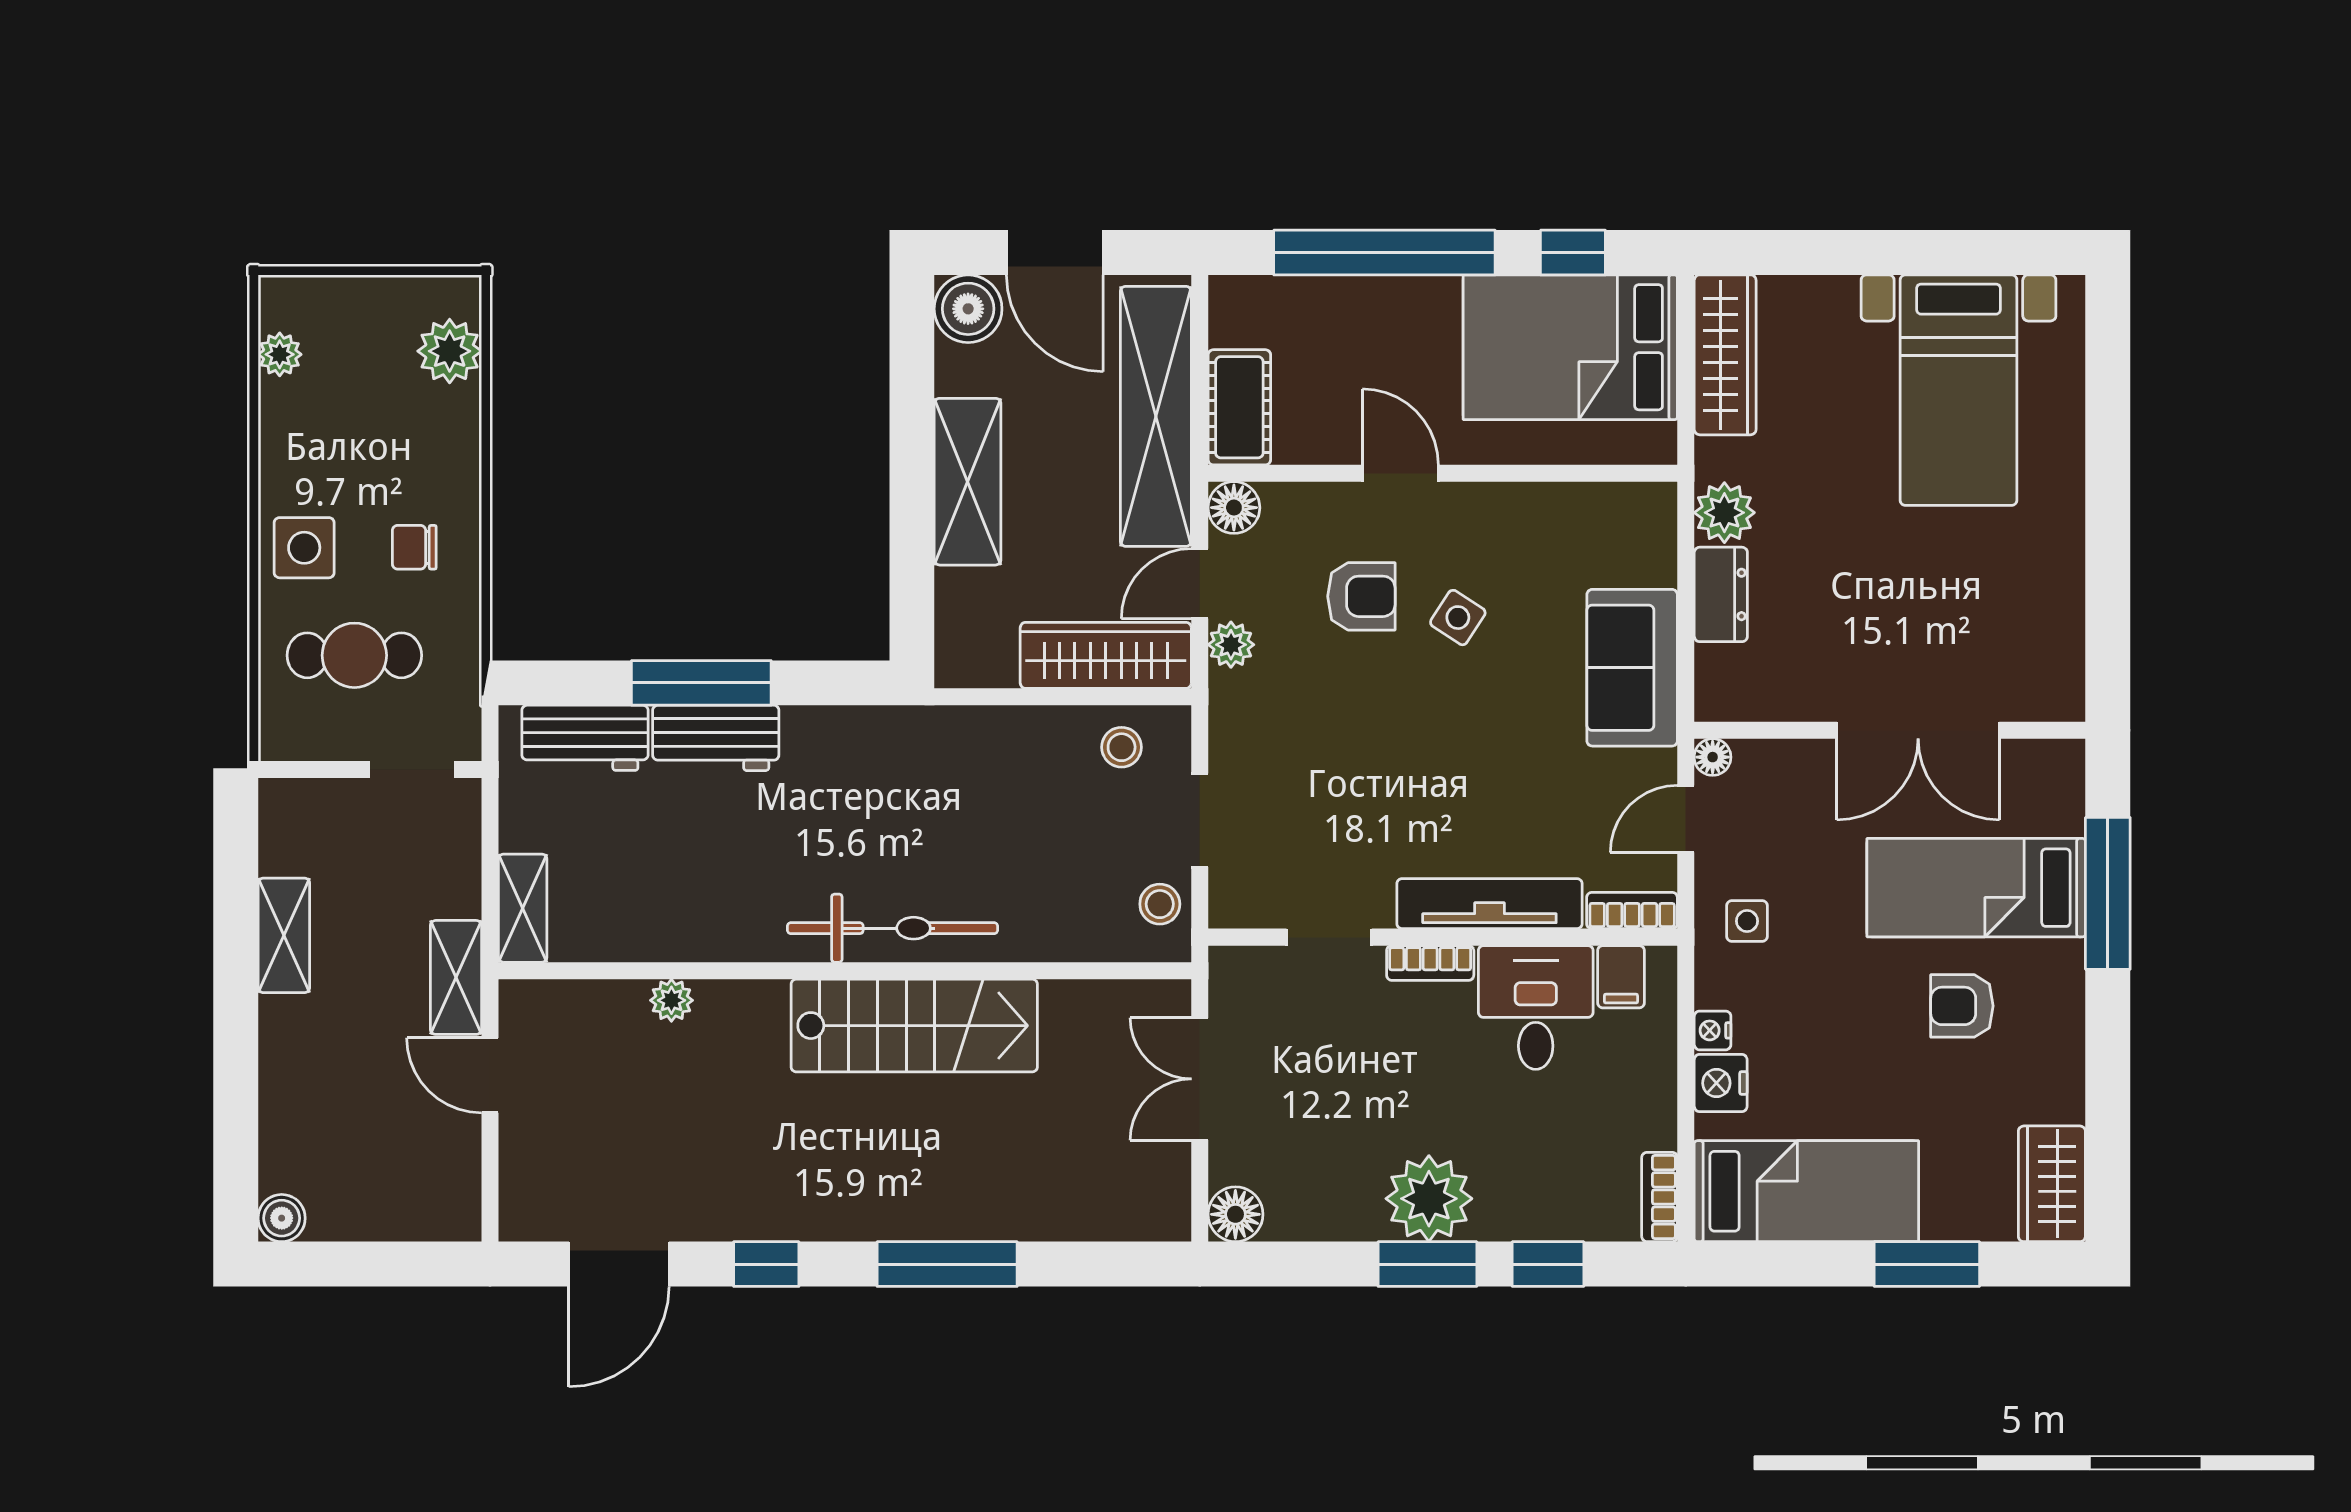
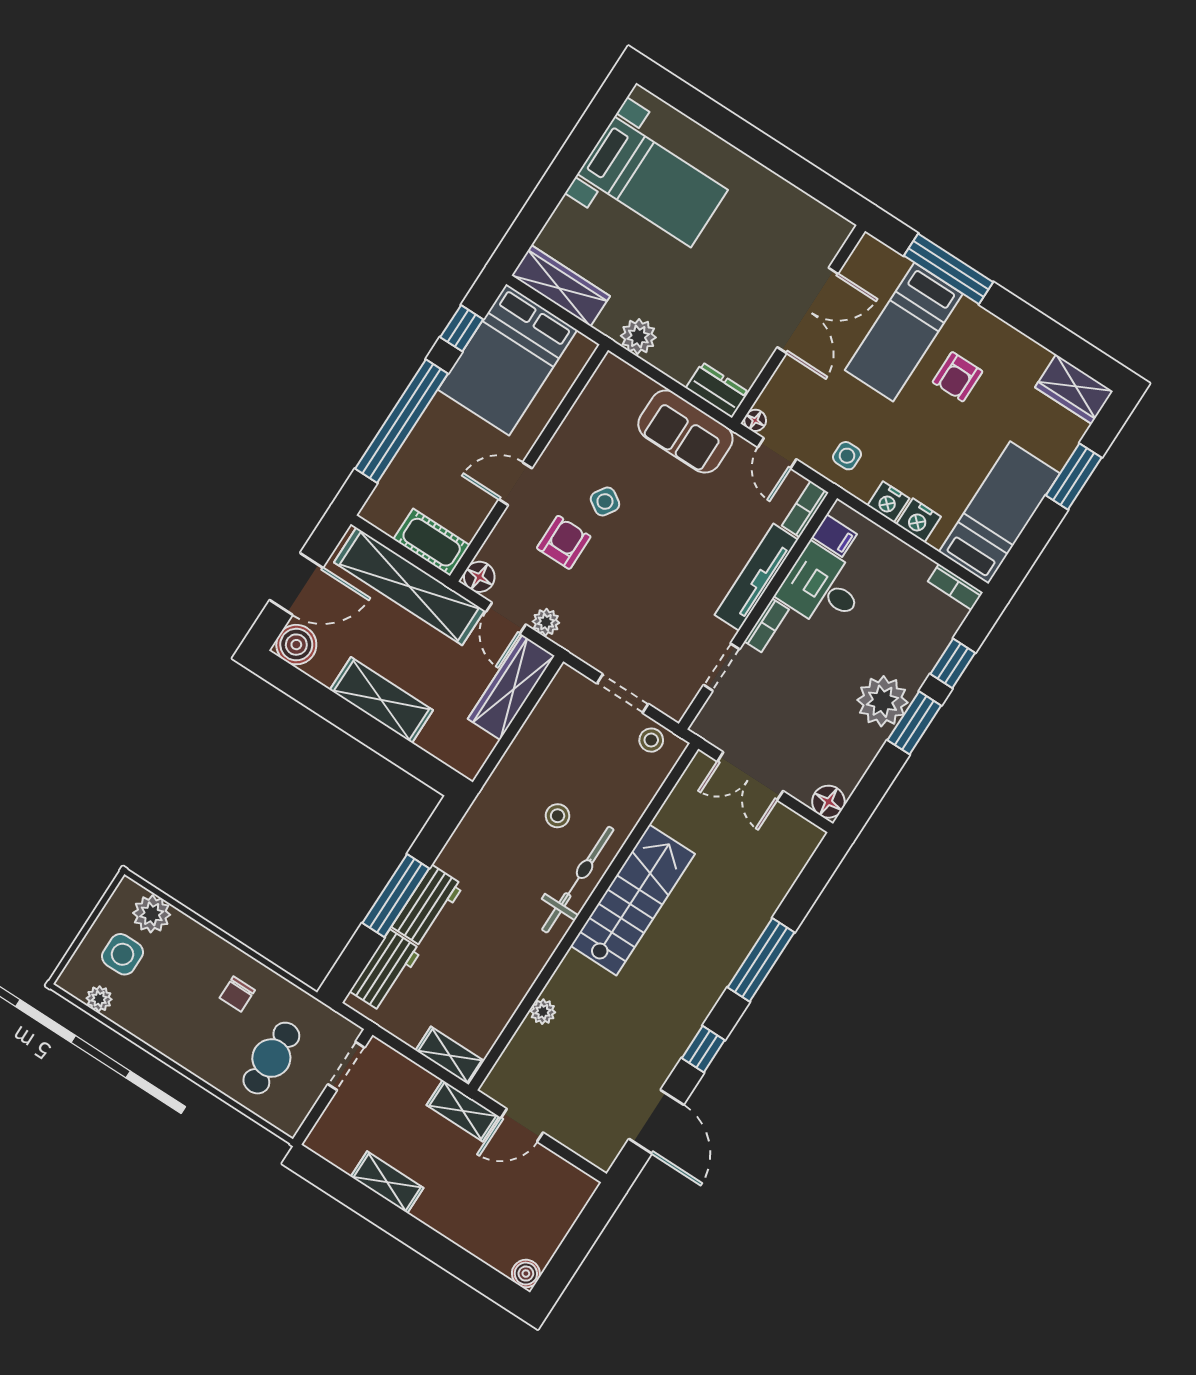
side table: (304, 548) -> (123, 954), moved
dresser: (1721, 594) -> (717, 390), moved
stool: (1122, 747) -> (558, 816), moved
nightstand: (1713, 1030) -> (888, 502), width x1.39, depth x1.35

